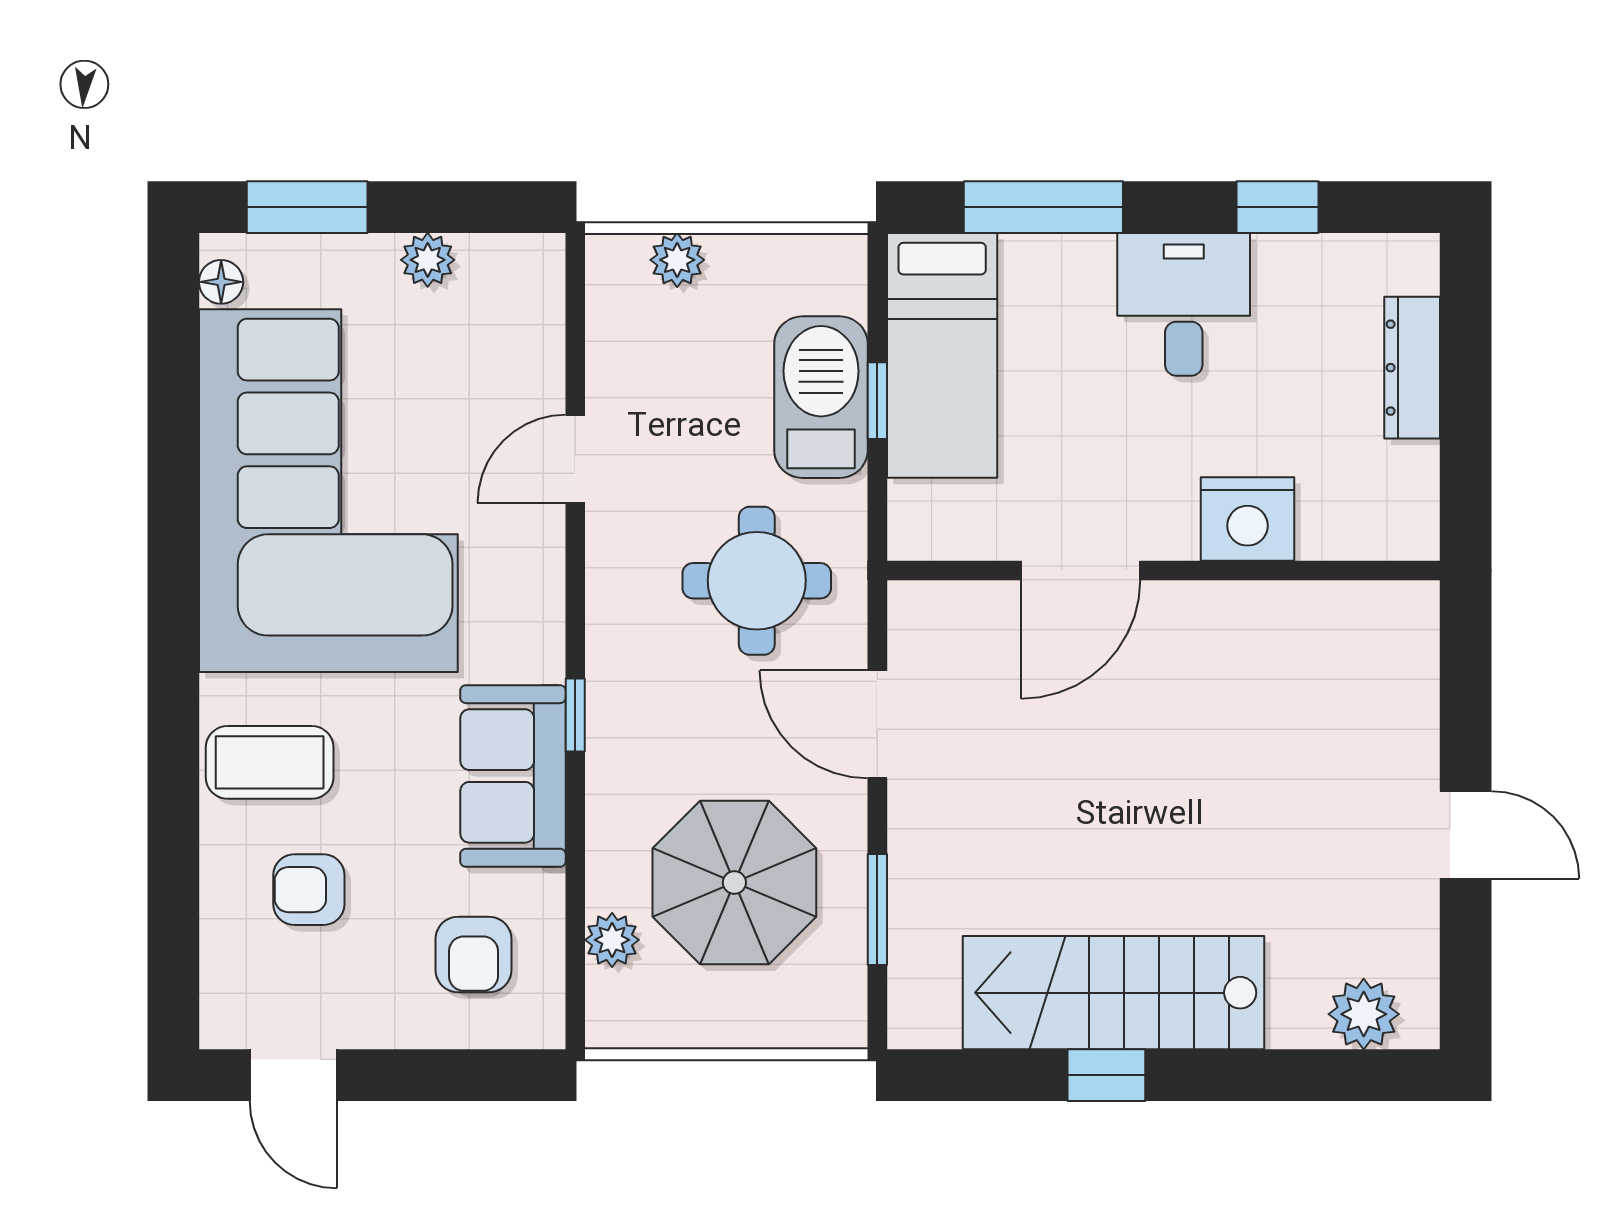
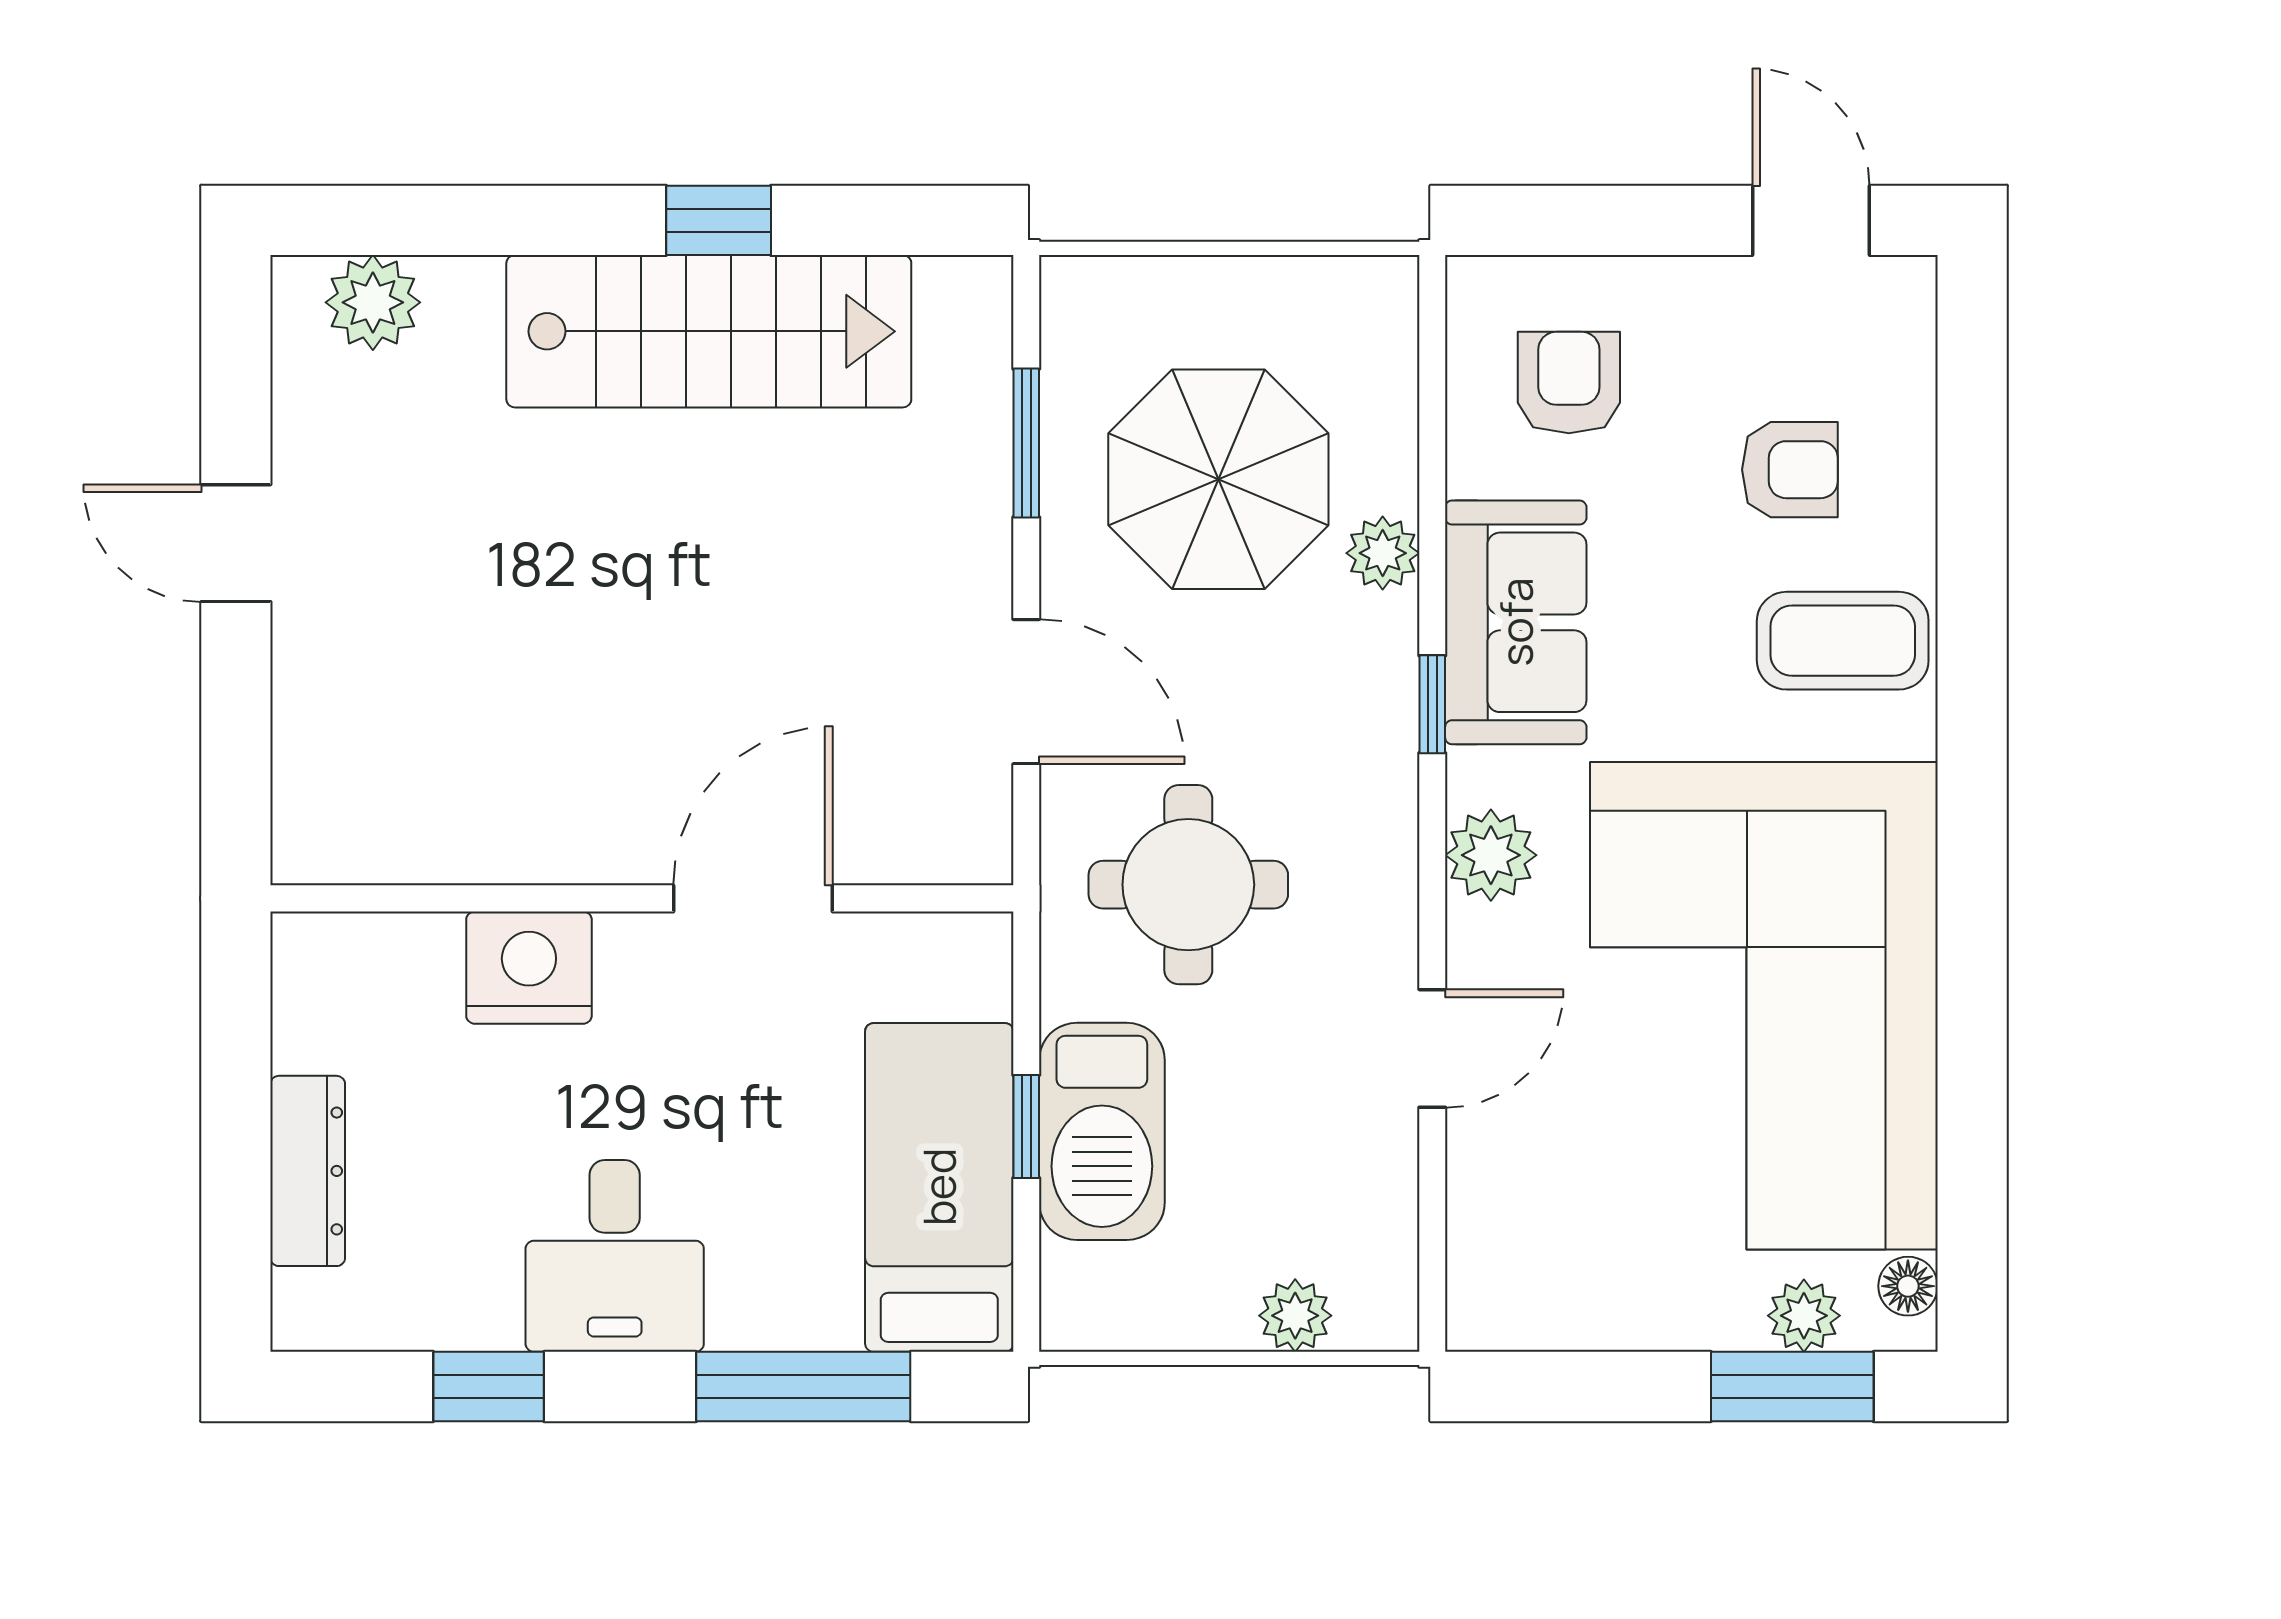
plant: (428, 260) -> (1804, 1316), moved
plant: (532, 603) -> (1491, 855), added
plant: (612, 940) -> (1383, 553), moved

